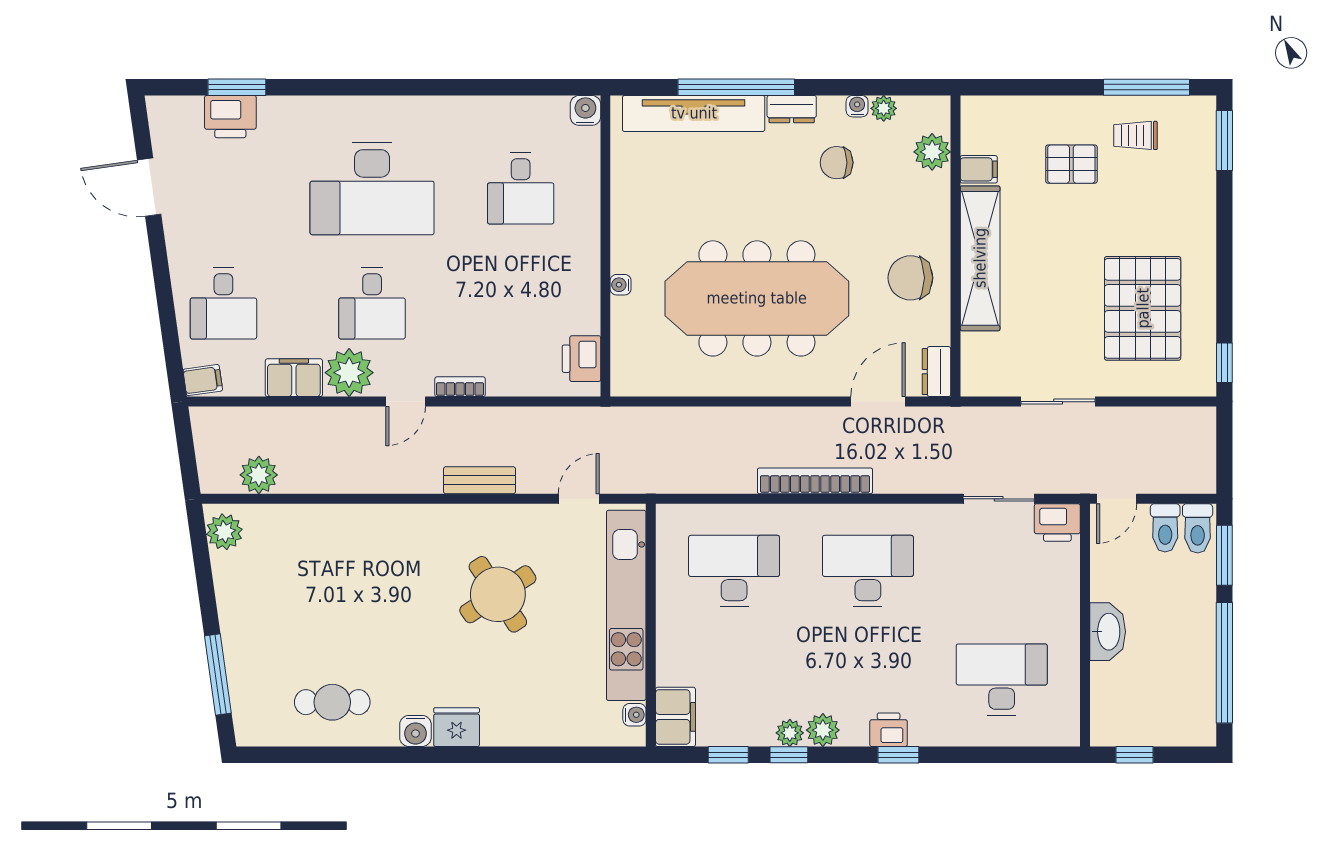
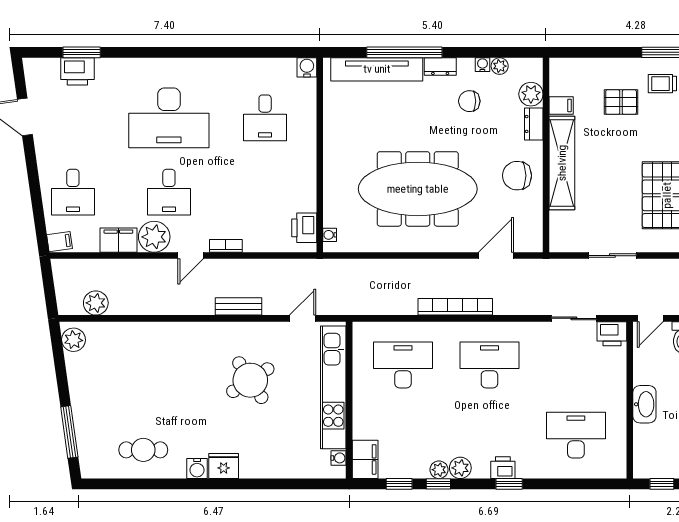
water cooler: (621, 285) -> (330, 235), moved
dresser: (936, 372) -> (534, 124), moved

